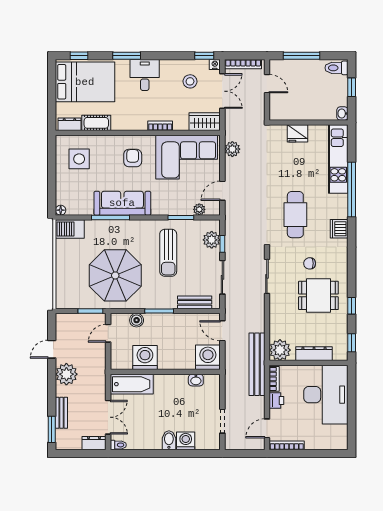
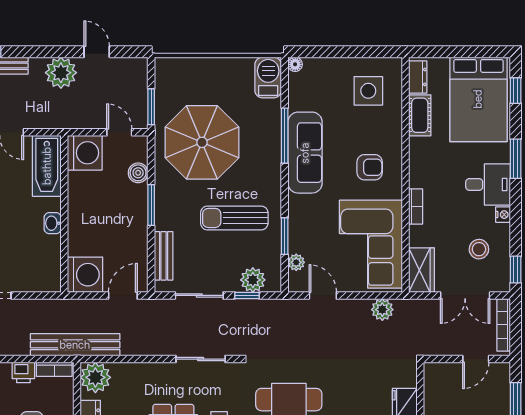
nightstand: (215, 65) -> (503, 215), moved
washing machine: (145, 358) -> (85, 153), moved
washbasin: (196, 380) -> (53, 223), moved

